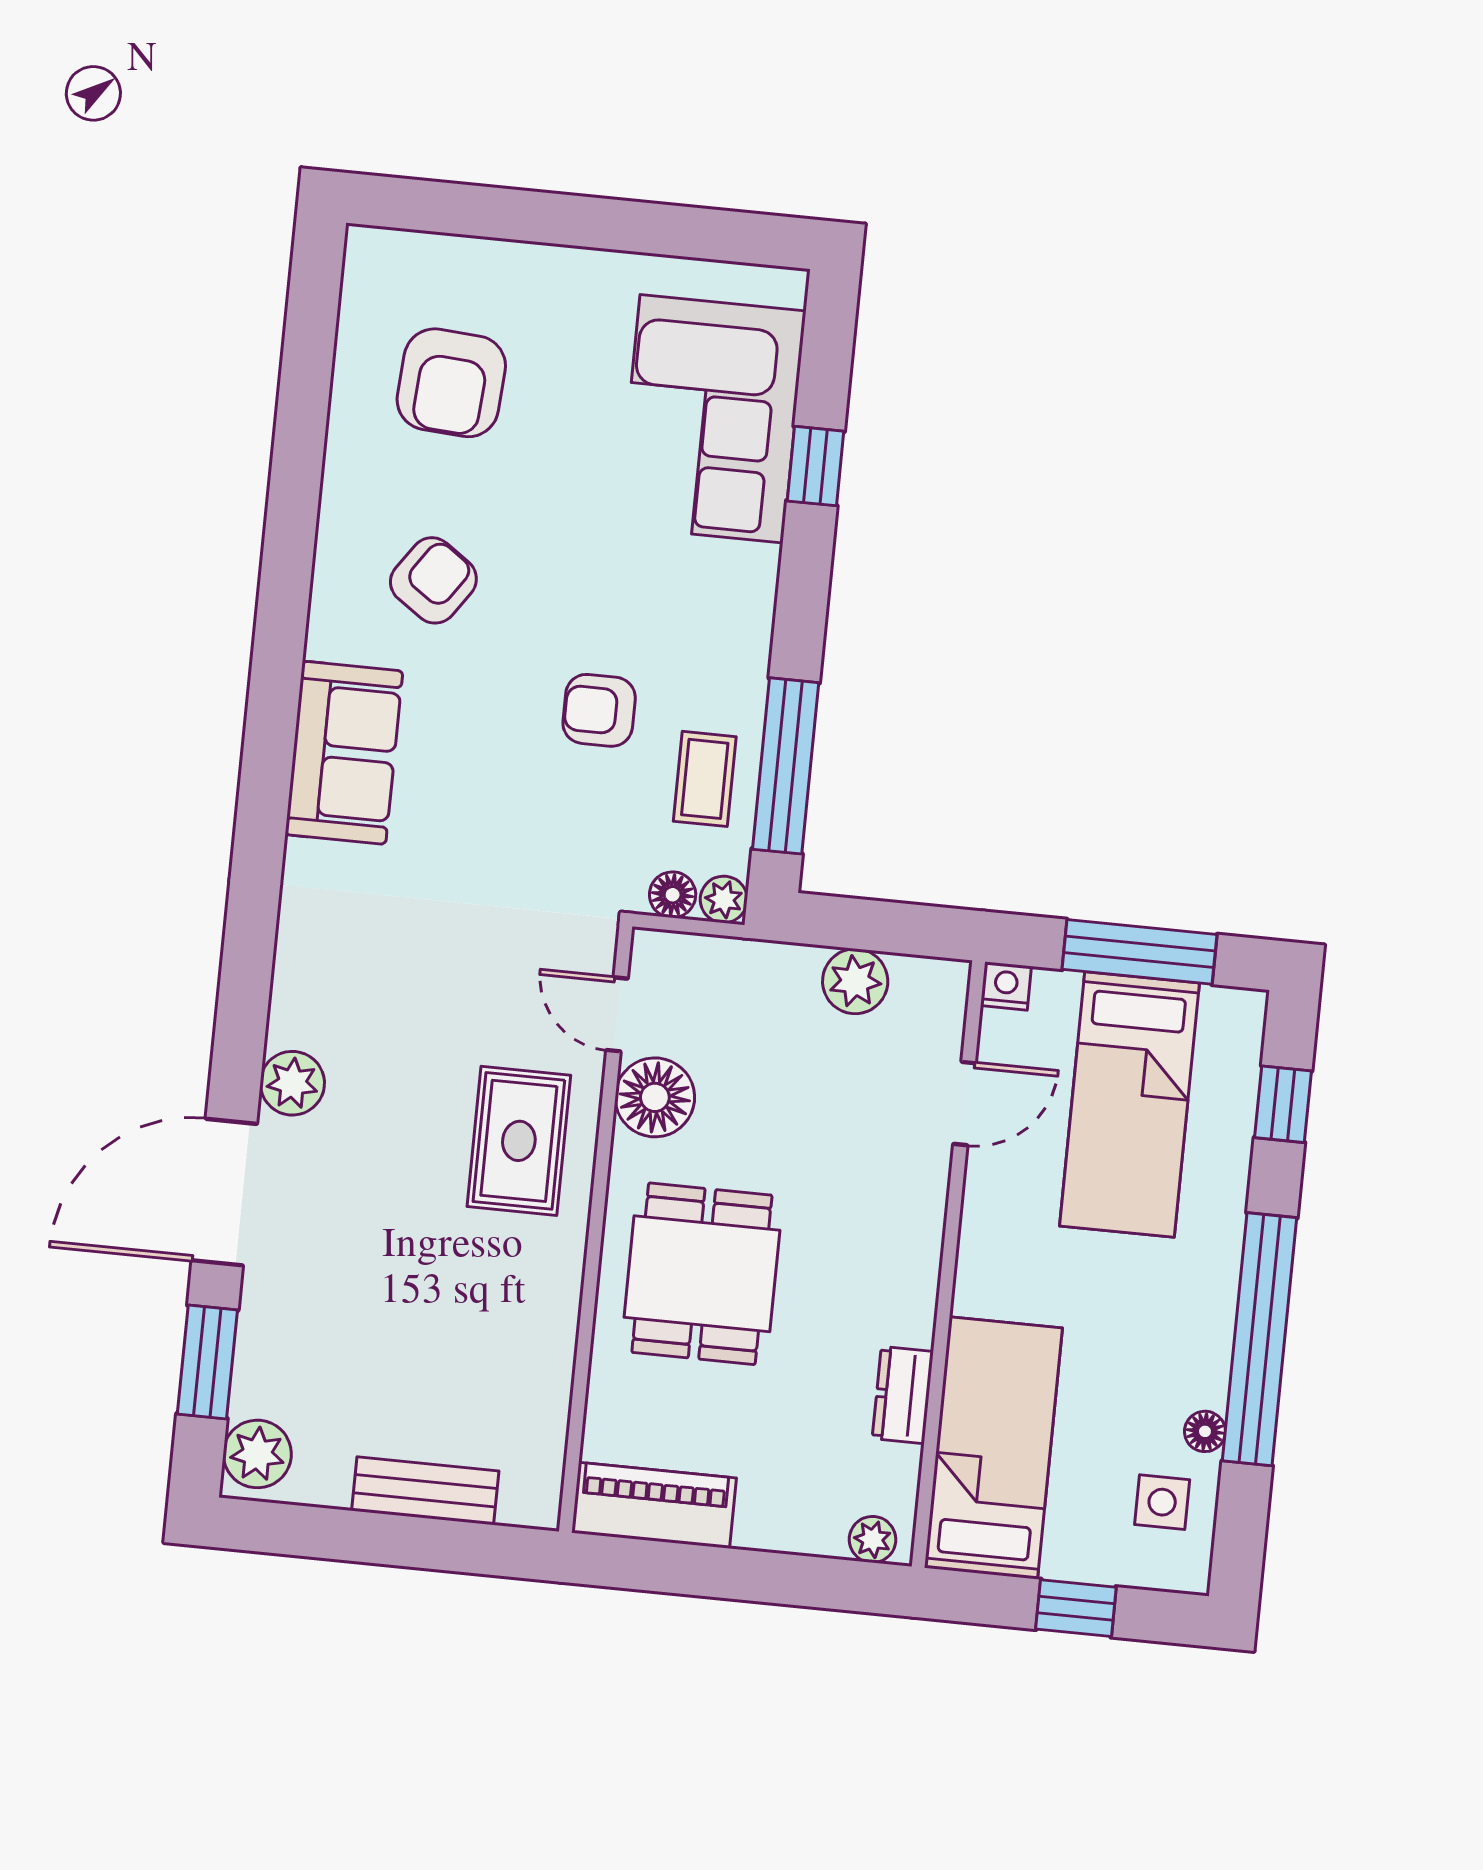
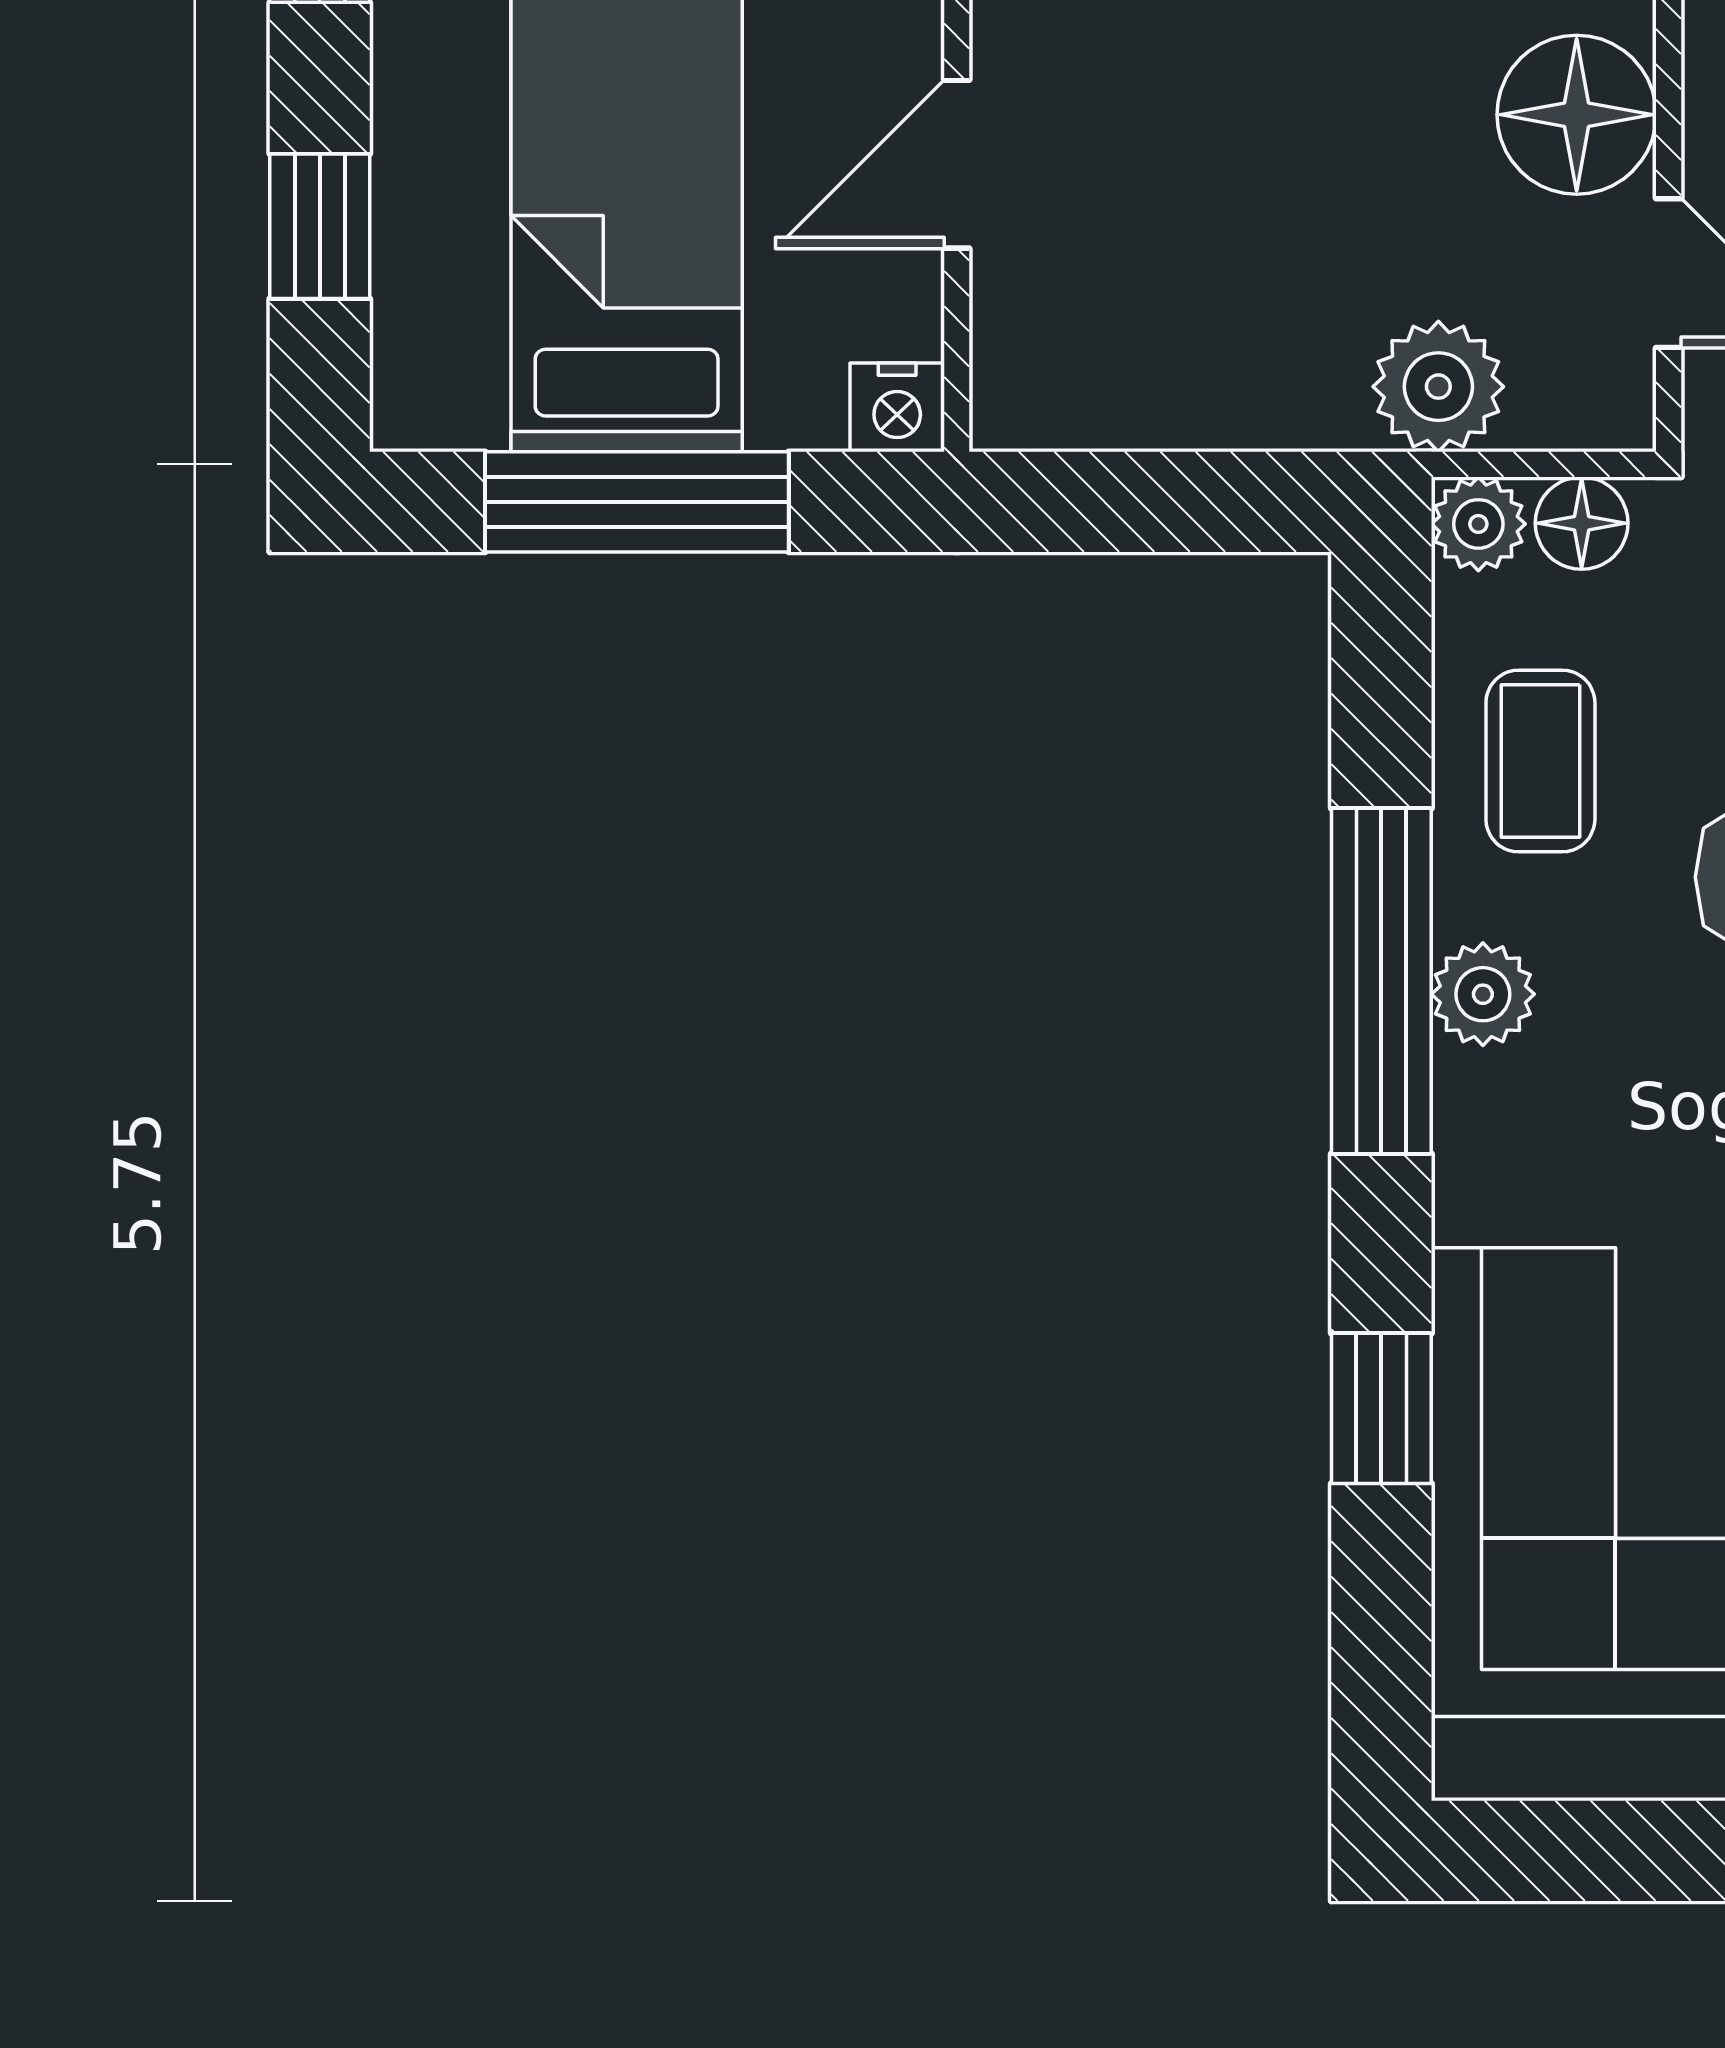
plant: (745, 666) -> (1483, 994), added
window: (786, 766) -> (1381, 981), moved
plant: (855, 981) -> (1438, 387), moved

